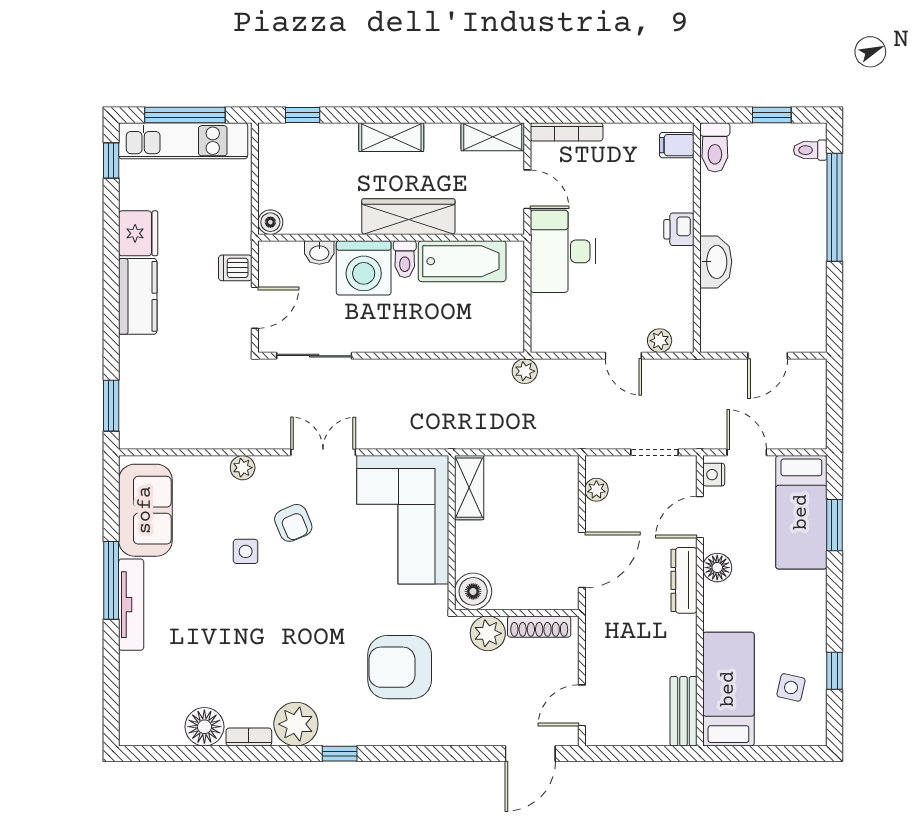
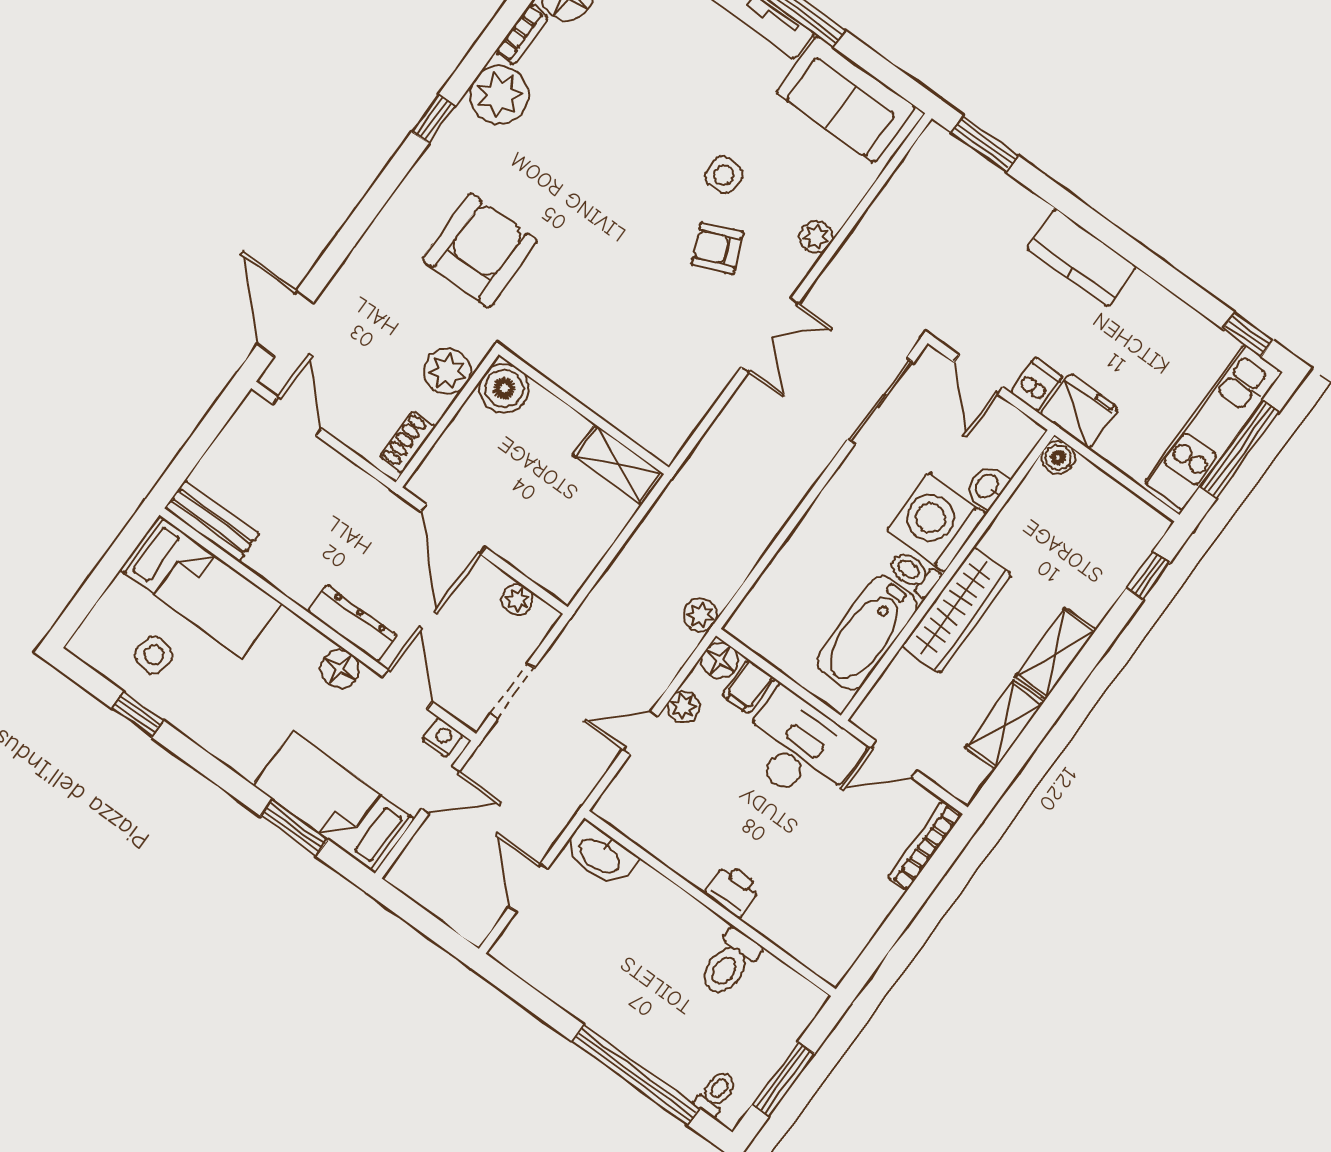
window: (772, 115) -> (783, 1079), width x1.50
shelving: (493, 137) -> (1004, 725), moved
filing cabinet: (677, 145) -> (748, 687), moved, turned 180
toilet: (715, 147) -> (730, 963), moved, turned -90
fridge: (138, 233) -> (1079, 411), moved, turned 180
washbasin: (716, 262) -> (600, 855), moved
floor lamp: (544, 339) -> (720, 660), added
plant: (660, 341) -> (684, 707), moved
corner sofa: (403, 520) -> (636, 368), removed
shoe rack: (539, 627) -> (407, 442), width x0.70

